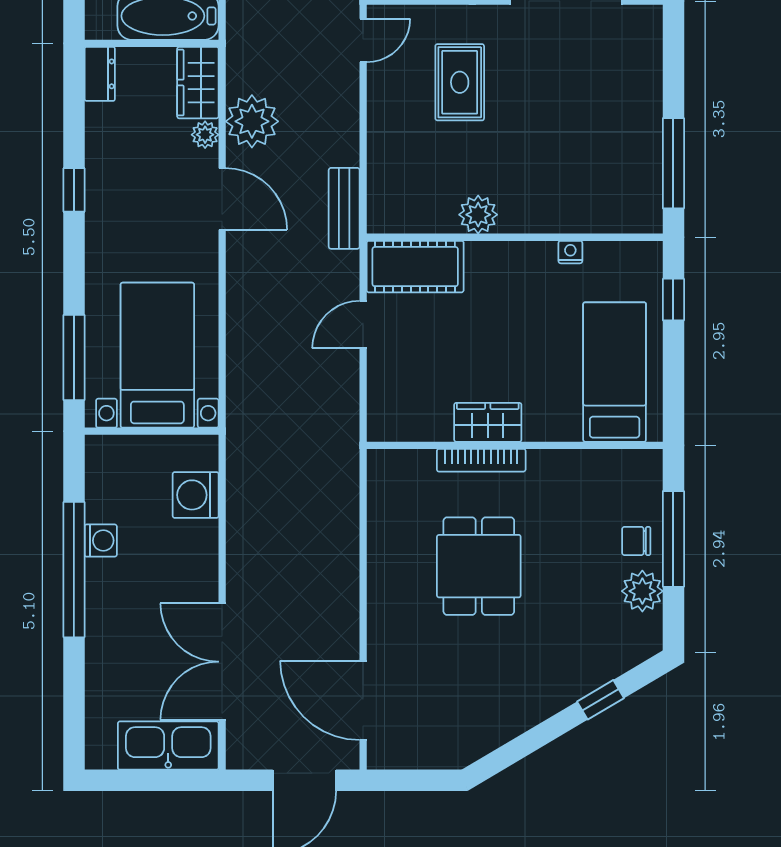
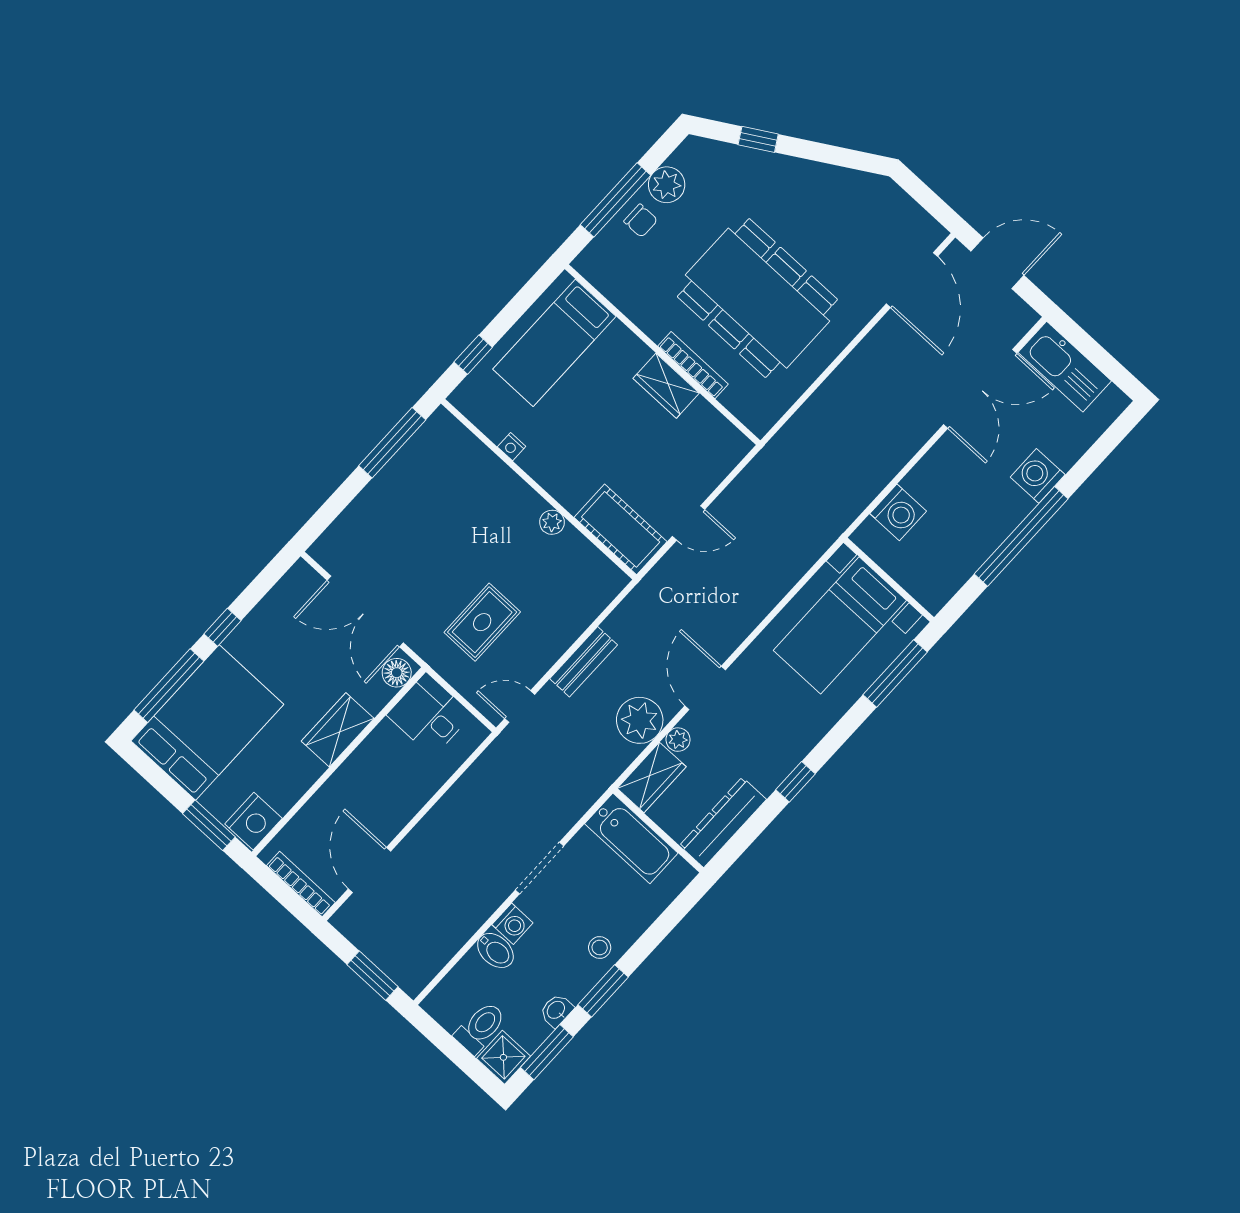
dresser: (100, 74) -> (723, 822), width x1.96, depth x1.24
bench: (344, 208) -> (584, 662), moved
plant: (478, 215) -> (552, 522), width x0.73, depth x0.73
washing machine: (101, 541) -> (1038, 476), moved, width x1.38, depth x1.38
dining table: (479, 566) -> (757, 298), width x1.88, depth x1.24

